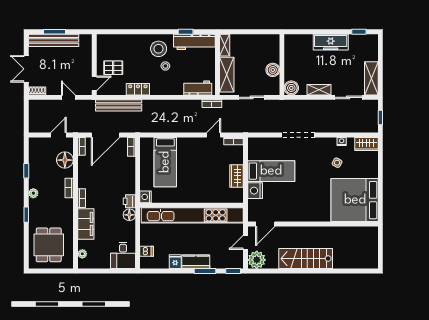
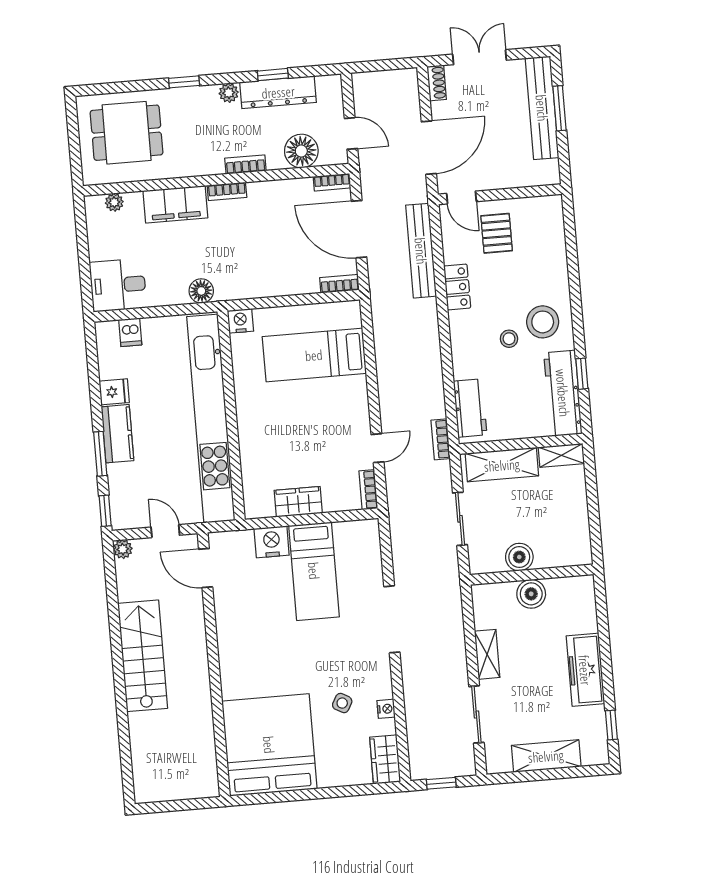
shelving: (371, 78) -> (546, 756), moved
boiler: (291, 88) -> (531, 594), moved
door: (68, 97) -> (429, 148), width x1.87
door: (214, 135) -> (377, 448), hinge flipped
dresser: (35, 169) -> (278, 92), added
printer: (129, 201) -> (229, 289), removed
plant: (257, 260) -> (123, 549), width x0.53, depth x0.53

